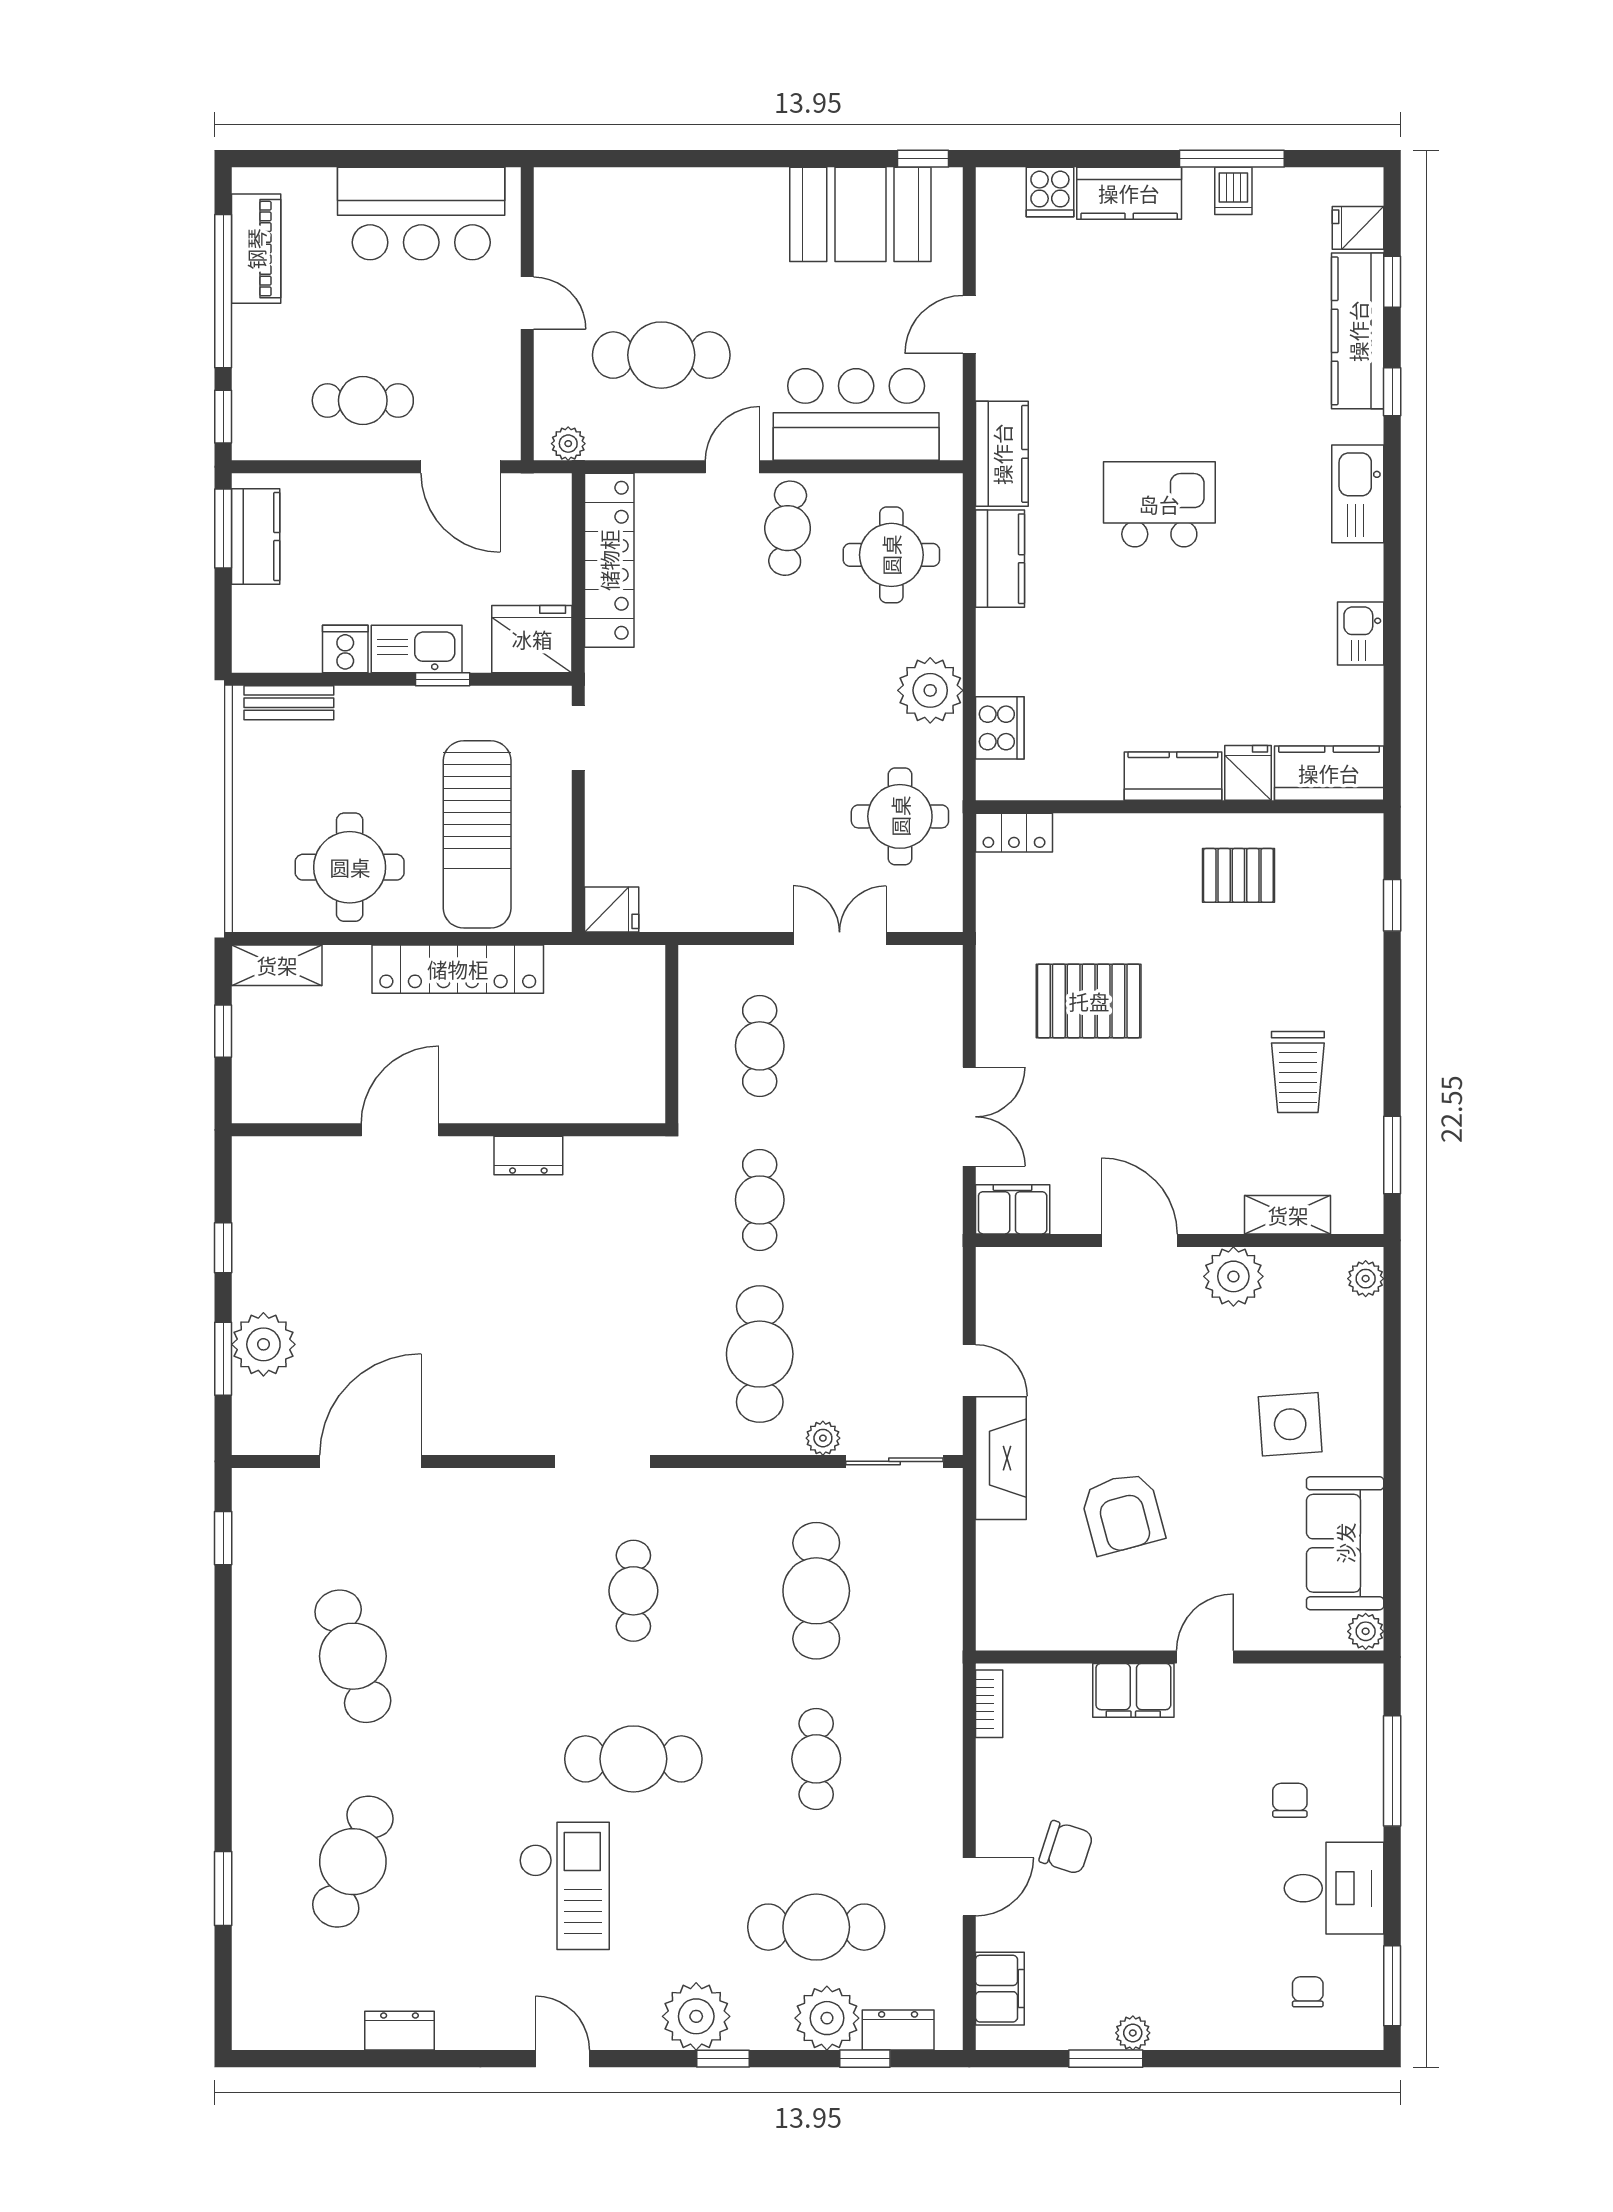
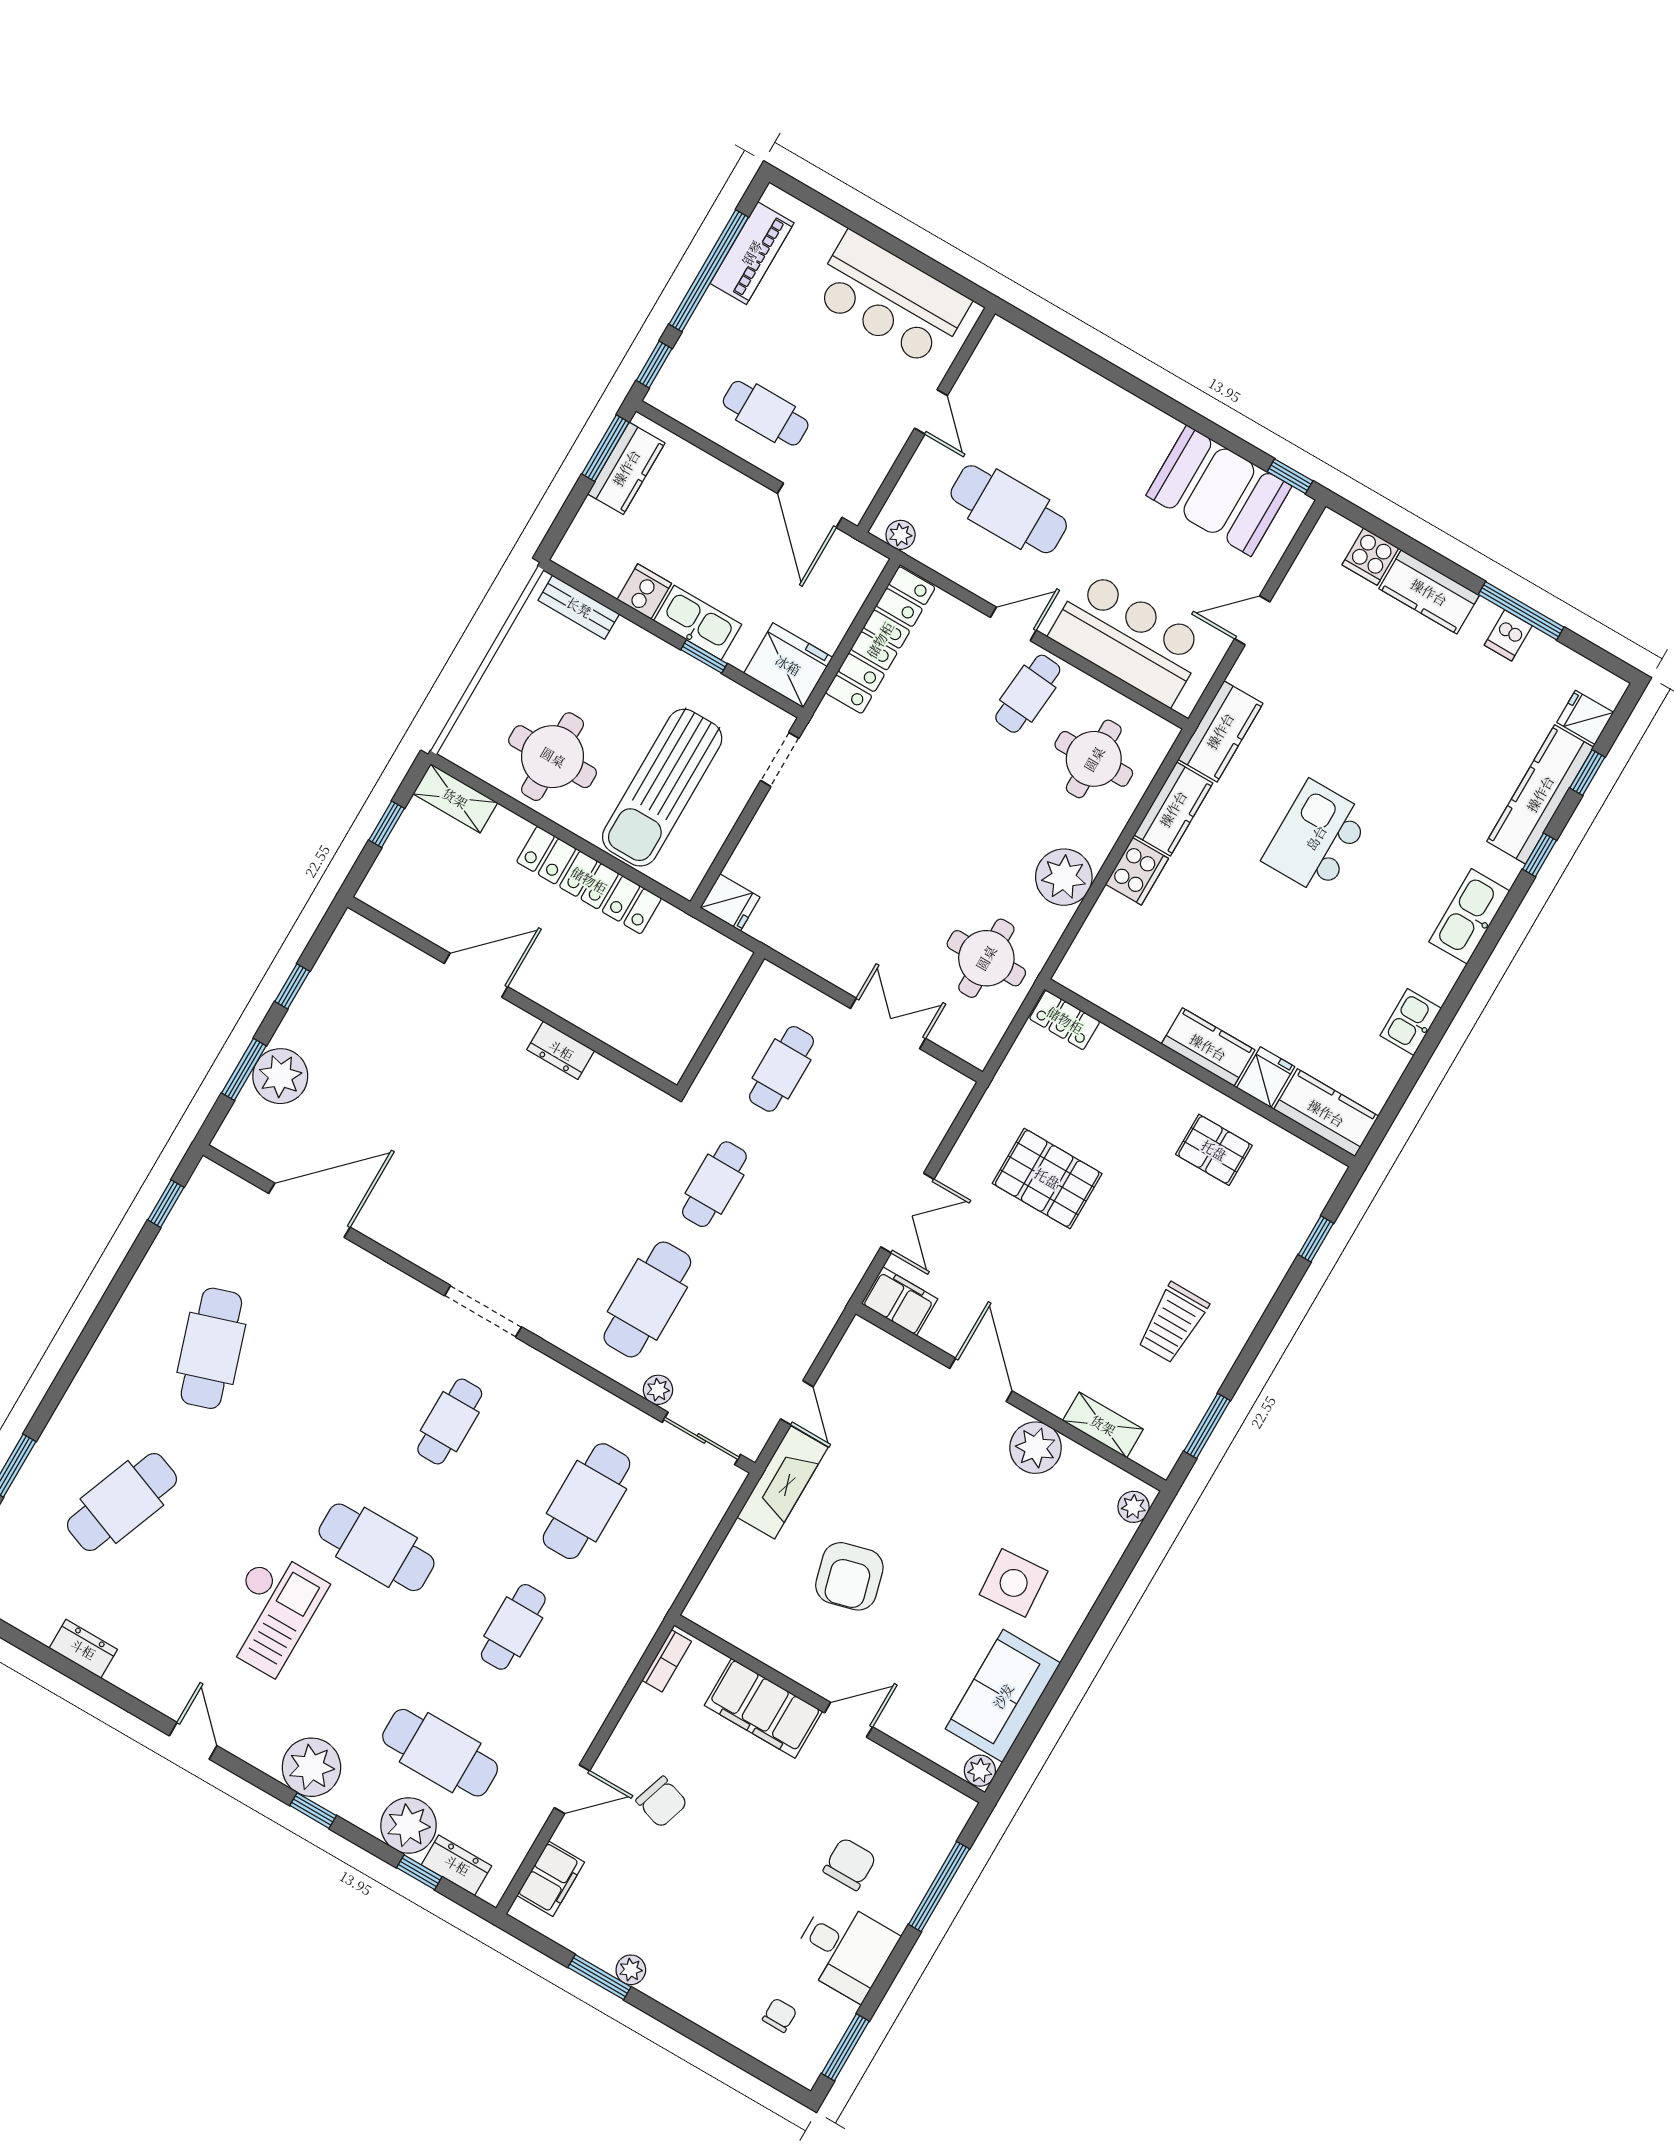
kitchen island: (1159, 504) -> (1316, 838), turned -90
cooker: (1000, 728) -> (1137, 871), moved
filing cabinet: (1133, 1690) -> (763, 1708), width x1.50, depth x1.17
chair: (1290, 1800) -> (850, 1864), width x1.37, depth x1.37

